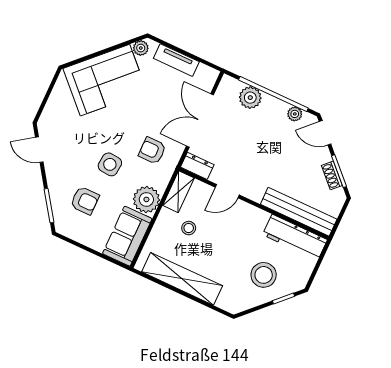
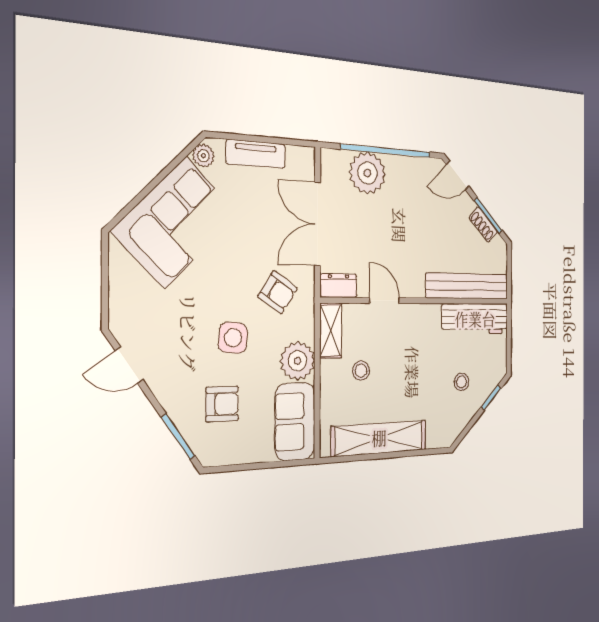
plant: (250, 98) -> (367, 173), width x1.36, depth x1.36
plant: (295, 114) -> (418, 166), removed
armchair: (152, 151) -> (278, 292), turned -146
door: (227, 191) -> (384, 301), swing flipped
stool: (264, 275) -> (461, 382), width x0.53, depth x0.53

